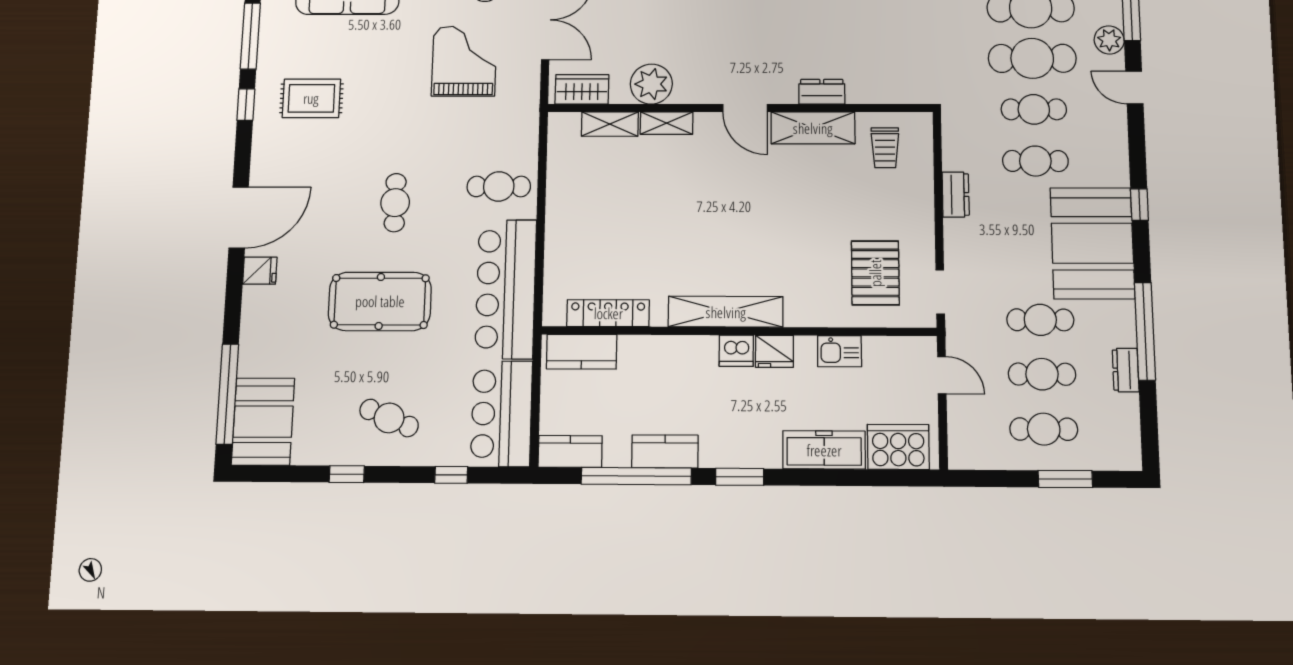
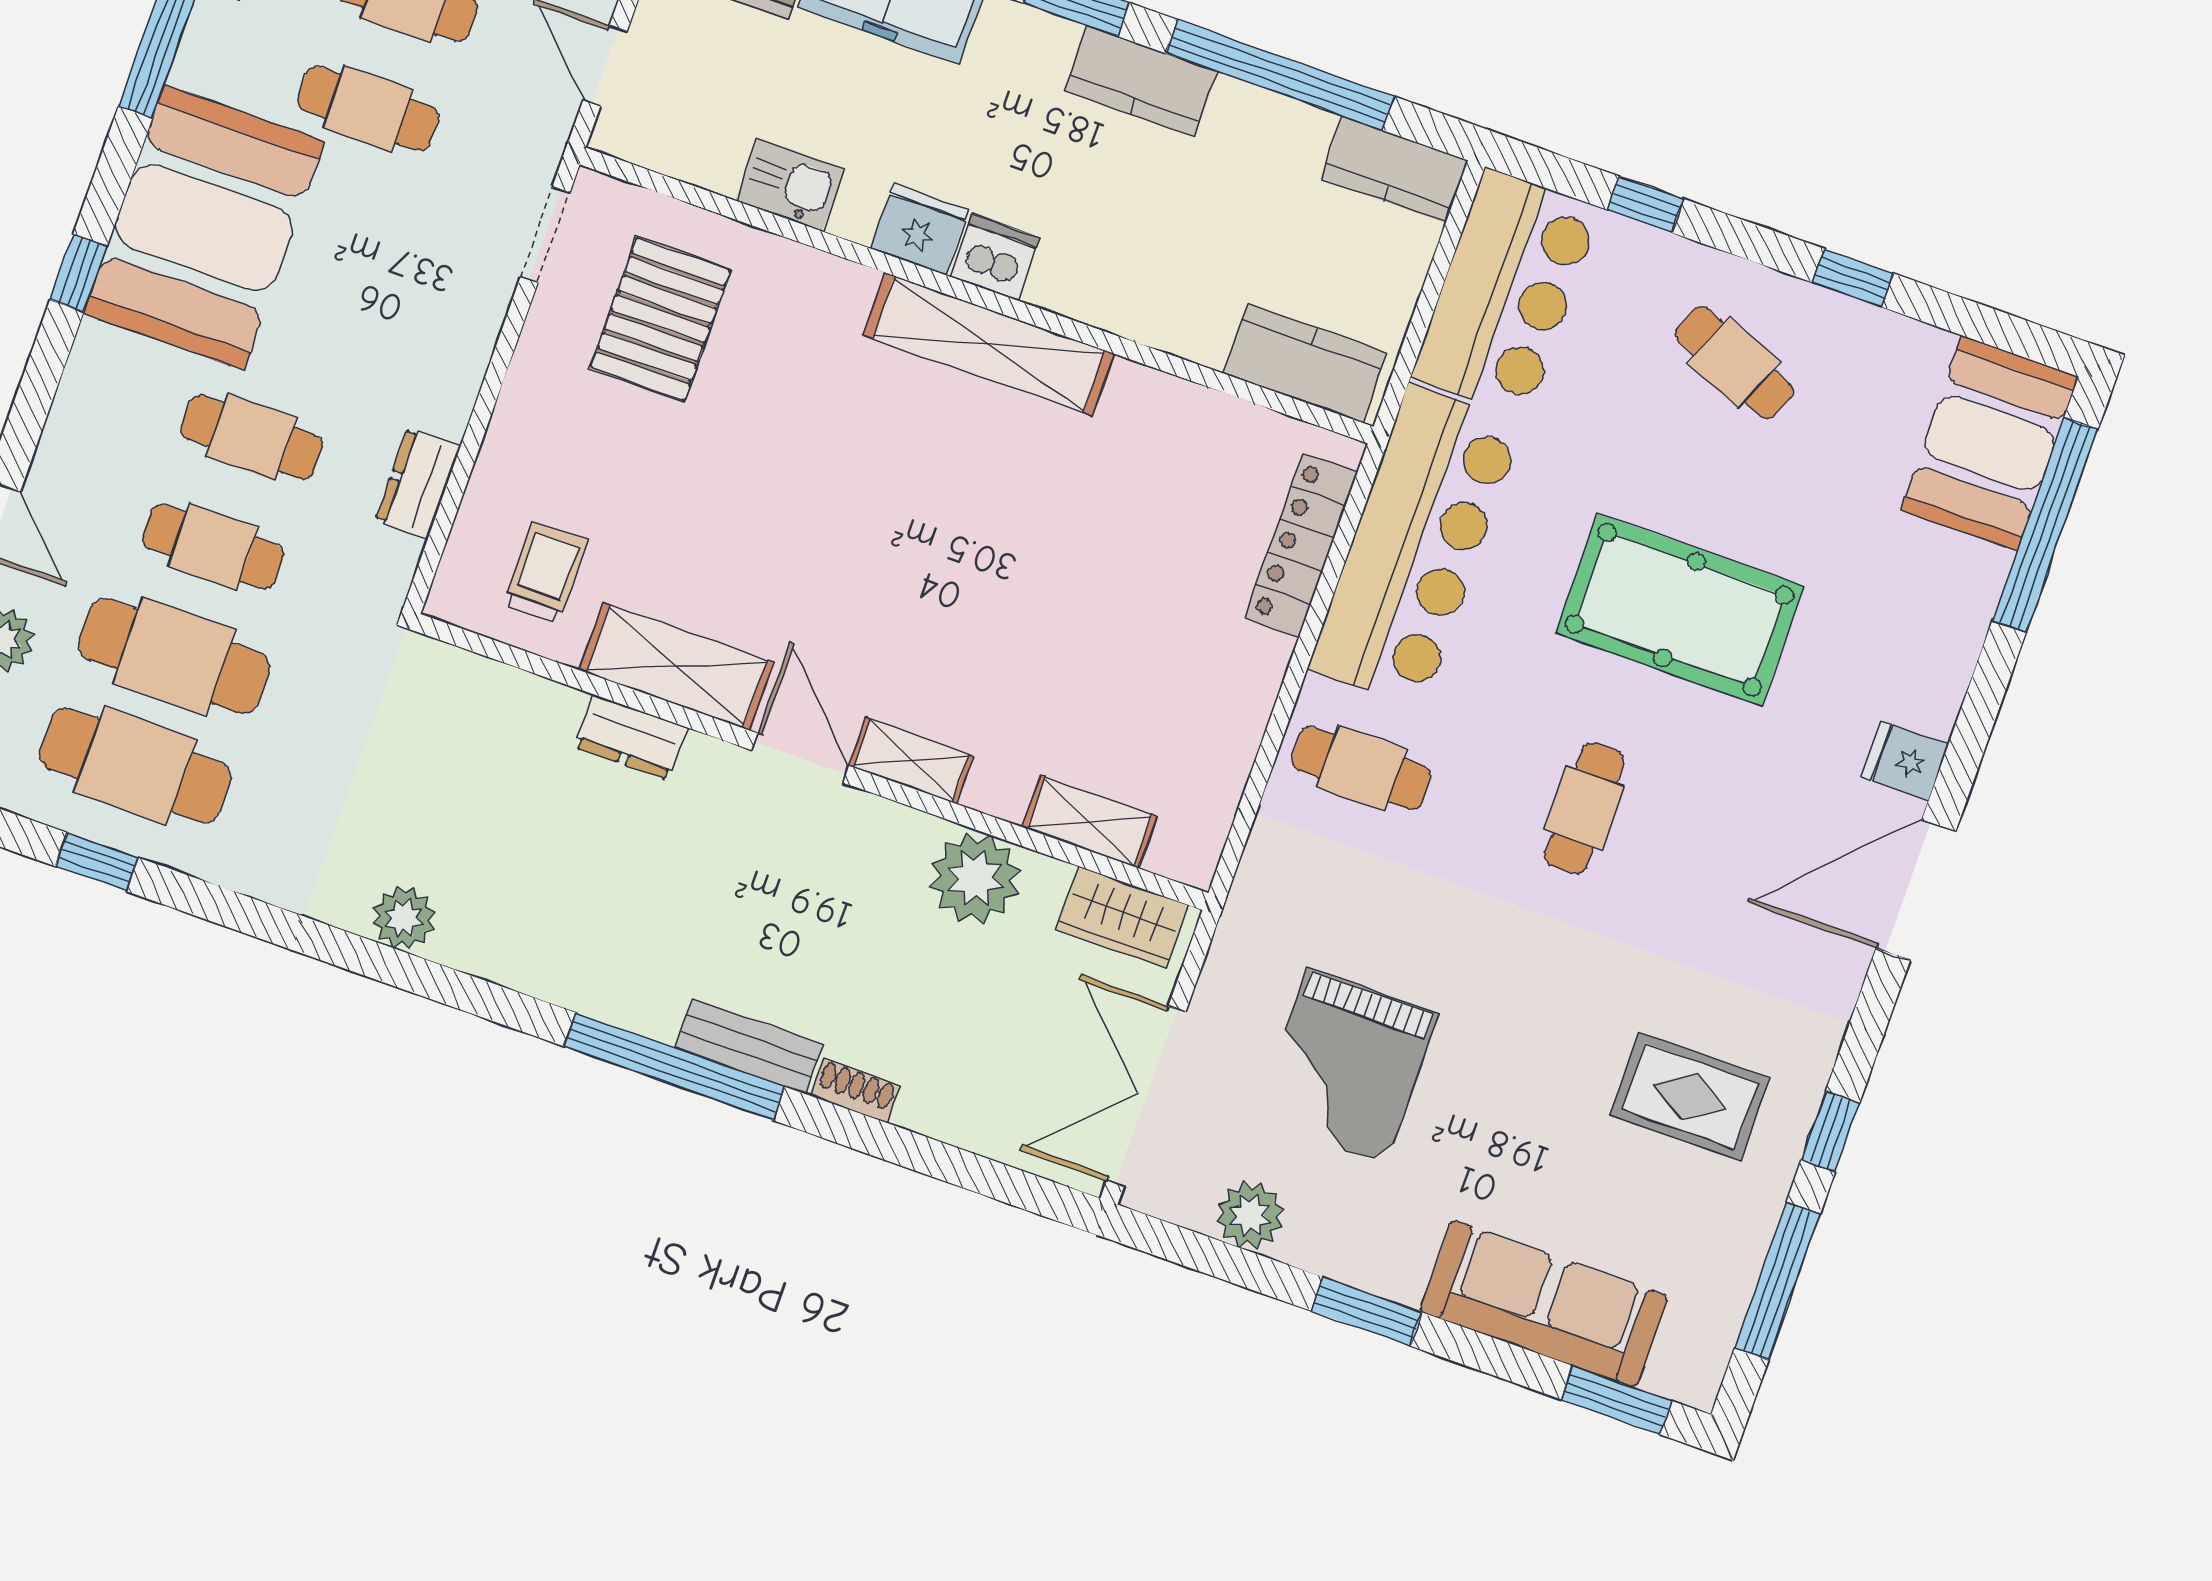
shelving: (666, 123) -> (911, 761), moved
dresser: (956, 195) -> (418, 483), moved
locker: (608, 313) -> (1301, 545), moved, turned 90
kitchen counter: (665, 451) -> (1141, 81), moved

